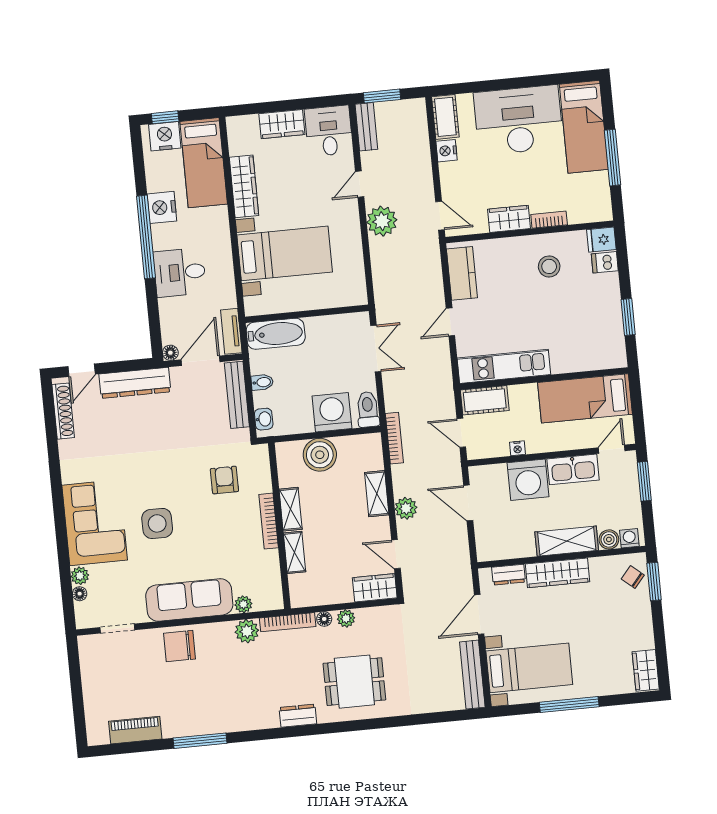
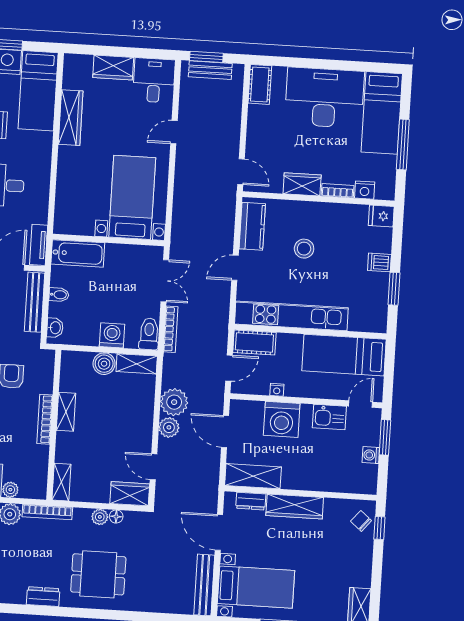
bench: (366, 127) -> (210, 70), moved, turned 90
nightstand: (447, 151) -> (365, 190), moved, turned -90
plant: (382, 221) -> (174, 402), moved
bed with nightstands: (285, 253) -> (132, 197), moved, turned -90
dishwasher: (605, 262) -> (379, 262), moved
stool: (549, 266) -> (304, 249), moved
kitchen unit: (504, 366) -> (291, 316), width x1.36
washing machine: (332, 412) -> (112, 335), width x0.73, depth x0.73
door: (461, 433) -> (229, 368), swing flipped
bookcase: (394, 438) -> (171, 329), moved
boiler: (320, 455) -> (104, 364), width x0.73, depth x0.73
kitchen sink: (573, 469) -> (329, 417), width x0.73
shelving: (377, 494) -> (137, 364), moved, turned 90
washing machine: (629, 538) -> (371, 455), moved, turned -90
boiler: (609, 539) -> (345, 484), removed
shelving: (567, 541) -> (253, 476), moved
shelving: (294, 552) -> (61, 482), moved
window: (654, 581) -> (379, 528), width x0.67
door: (479, 614) -> (219, 532), hinge flipped
floor lamp: (324, 619) -> (116, 516), moved

